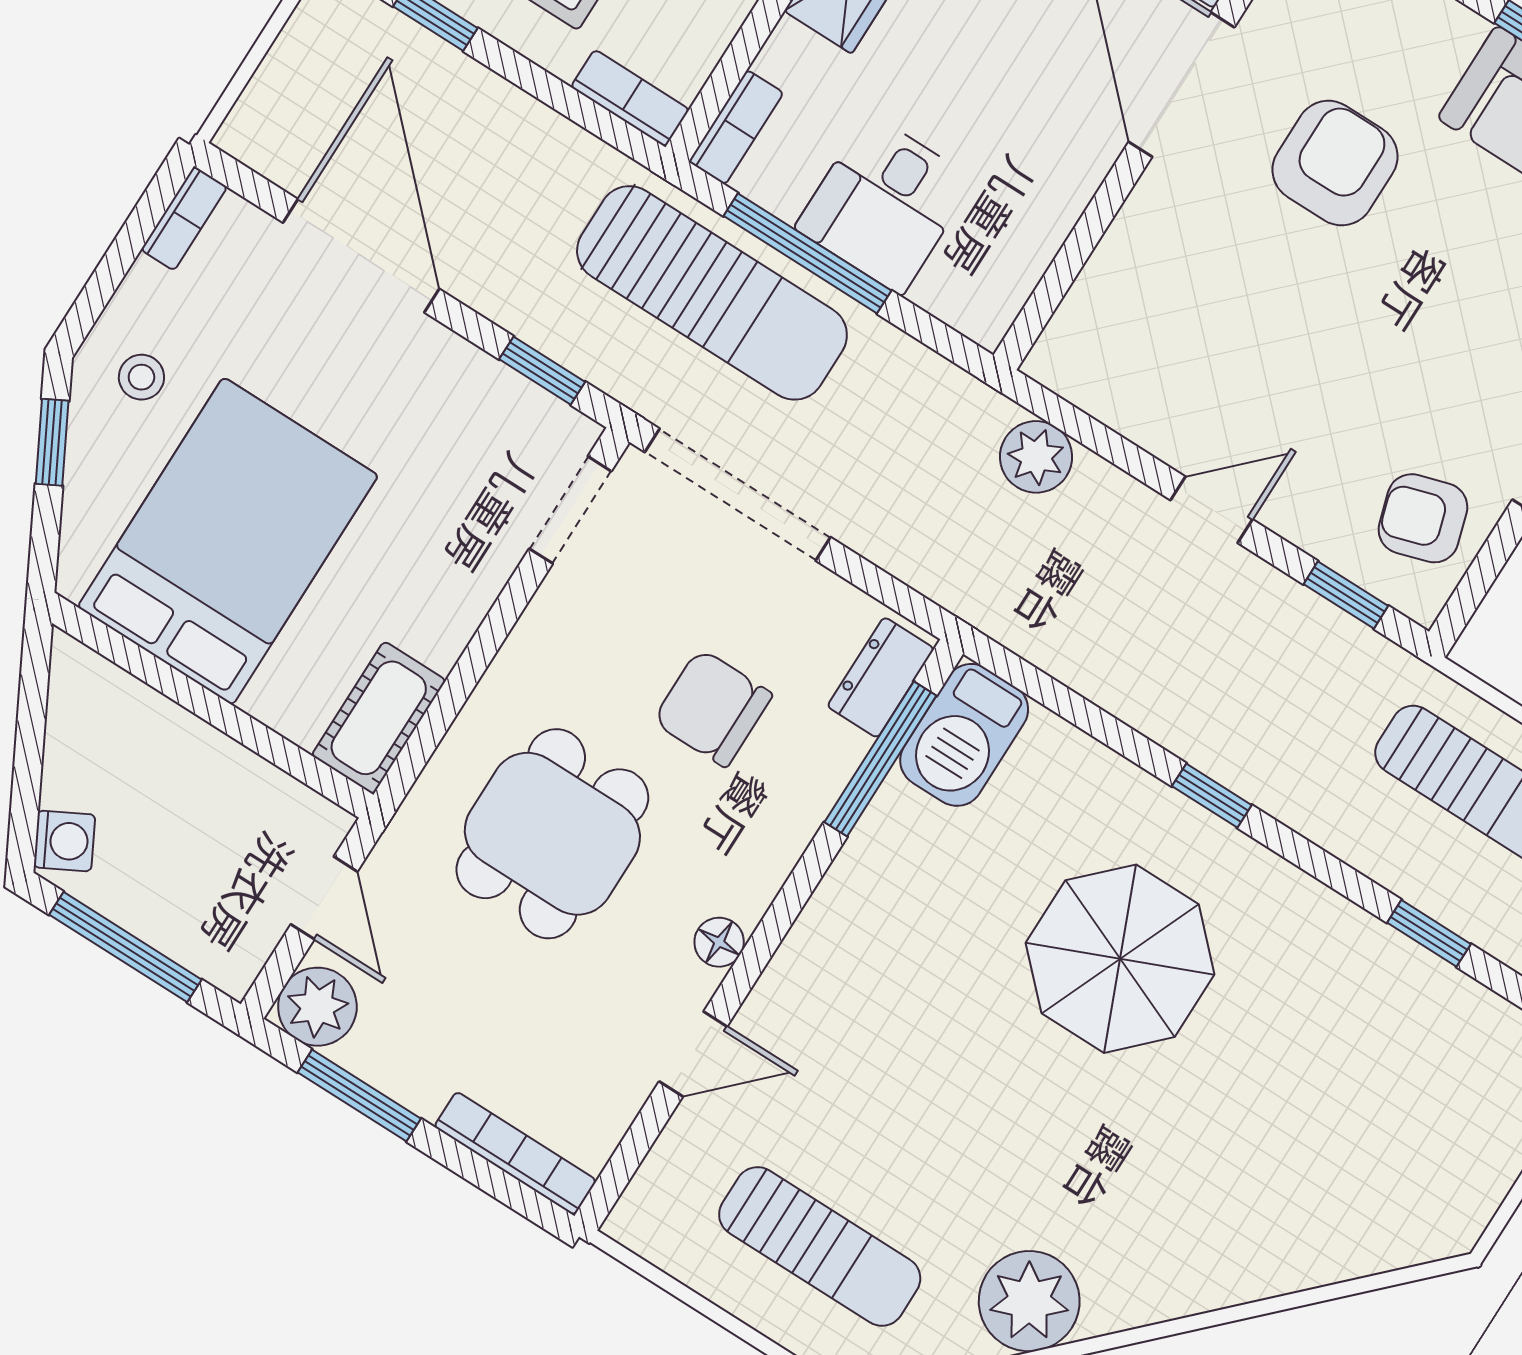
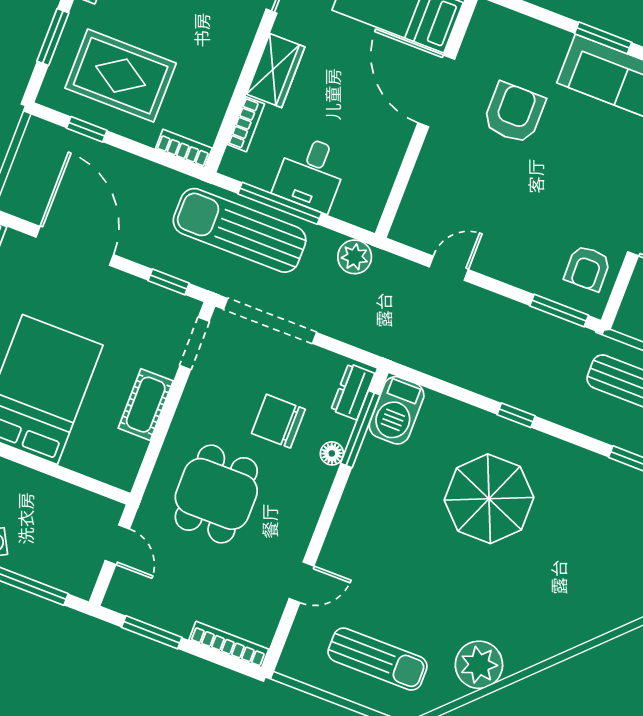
bookcase: (736, 127) -> (246, 124), moved
sun lounger: (712, 293) -> (240, 230), turned 180
plant: (1036, 457) -> (355, 257), moved
door: (1211, 510) -> (449, 268), moved
armchair: (1423, 518) -> (587, 268), turned -74
window: (1346, 595) -> (559, 311), width x1.50
cot: (379, 718) -> (146, 405), moved
floor lamp: (719, 942) -> (332, 453), moved
plant: (317, 1007) -> (124, 595), removed

